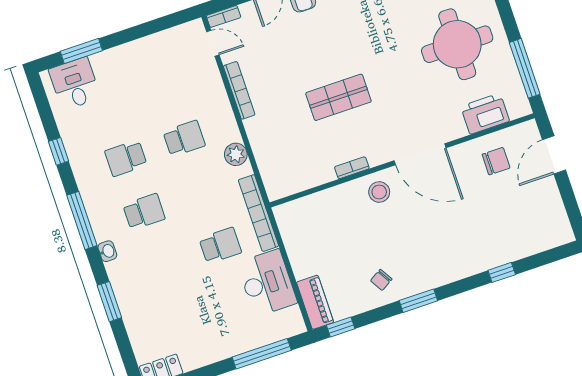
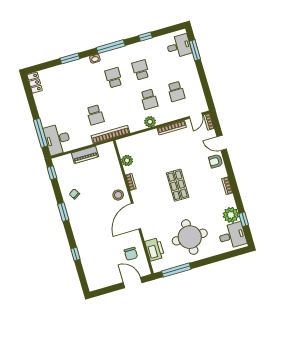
school desk: (166, 85) -> (176, 91), added
shop shelf: (338, 97) -> (178, 185), moved
plant: (236, 154) -> (150, 122), moved
plant: (309, 177) -> (127, 160), added
school desk: (144, 212) -> (114, 78), turned 180
desk: (267, 283) -> (57, 139), moved, turned 90
piano: (315, 302) -> (85, 155), moved

